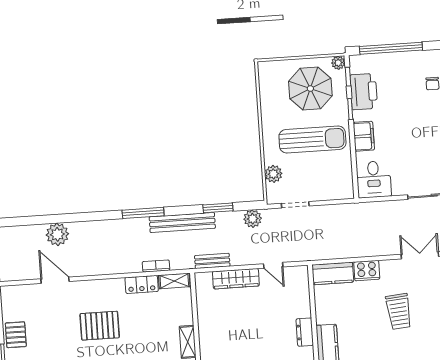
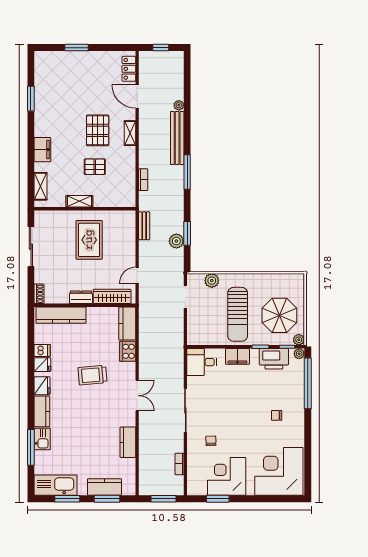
plant: (355, 61) -> (299, 354), added
plant: (253, 219) -> (176, 241), moved
bench: (182, 223) -> (177, 138), moved
plant: (57, 234) -> (179, 105), width x0.53, depth x0.53
wardrobe: (236, 279) -> (112, 296), moved, turned 90
door: (55, 280) -> (137, 97), swing flipped
shelving: (174, 281) -> (130, 133), moved
locker: (142, 284) -> (129, 69), moved
rug: (234, 327) -> (89, 240), added
pallet: (16, 335) -> (95, 167), moved

